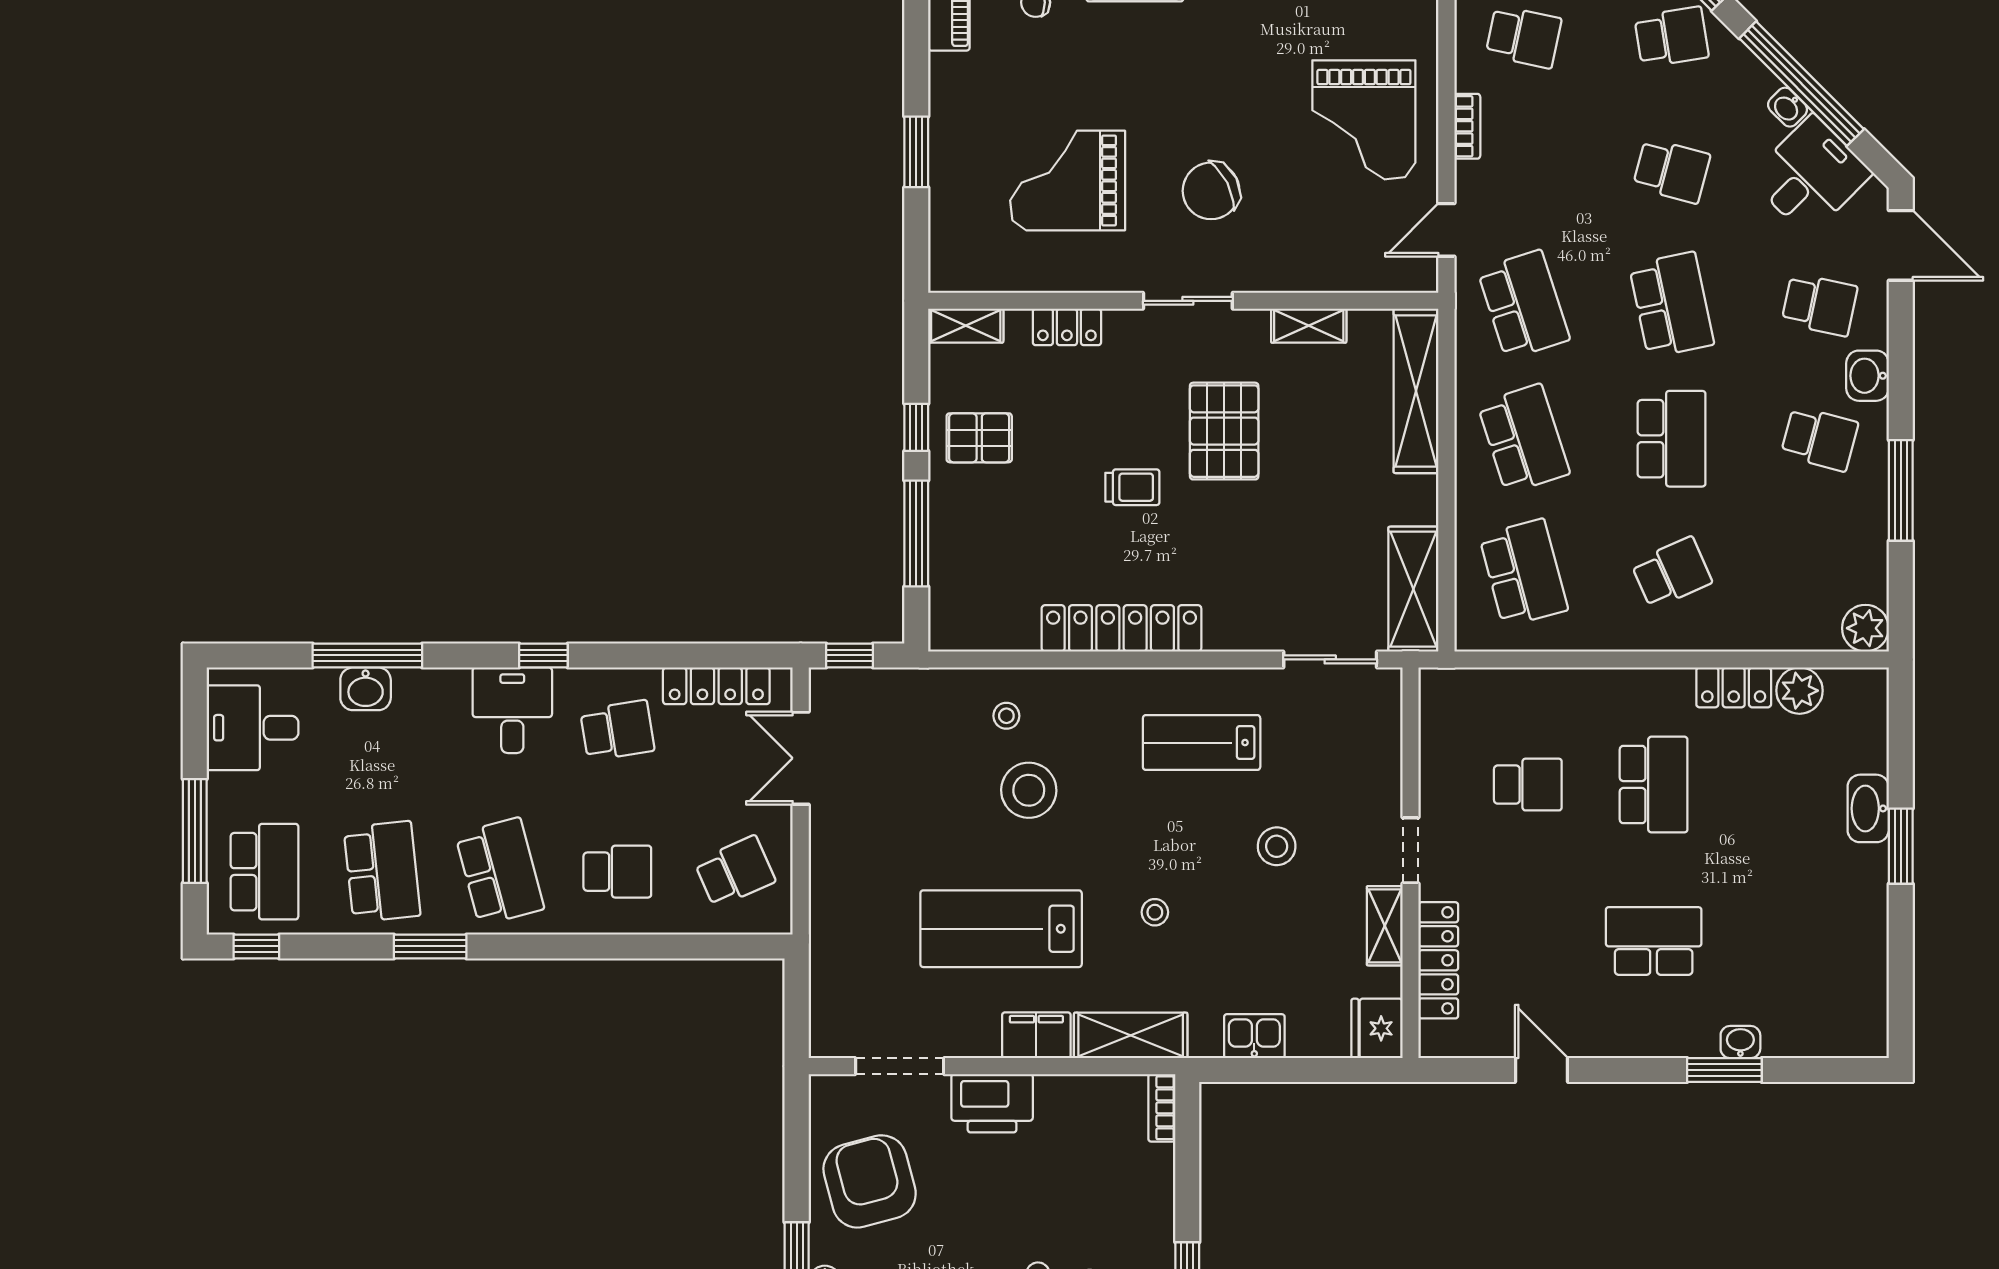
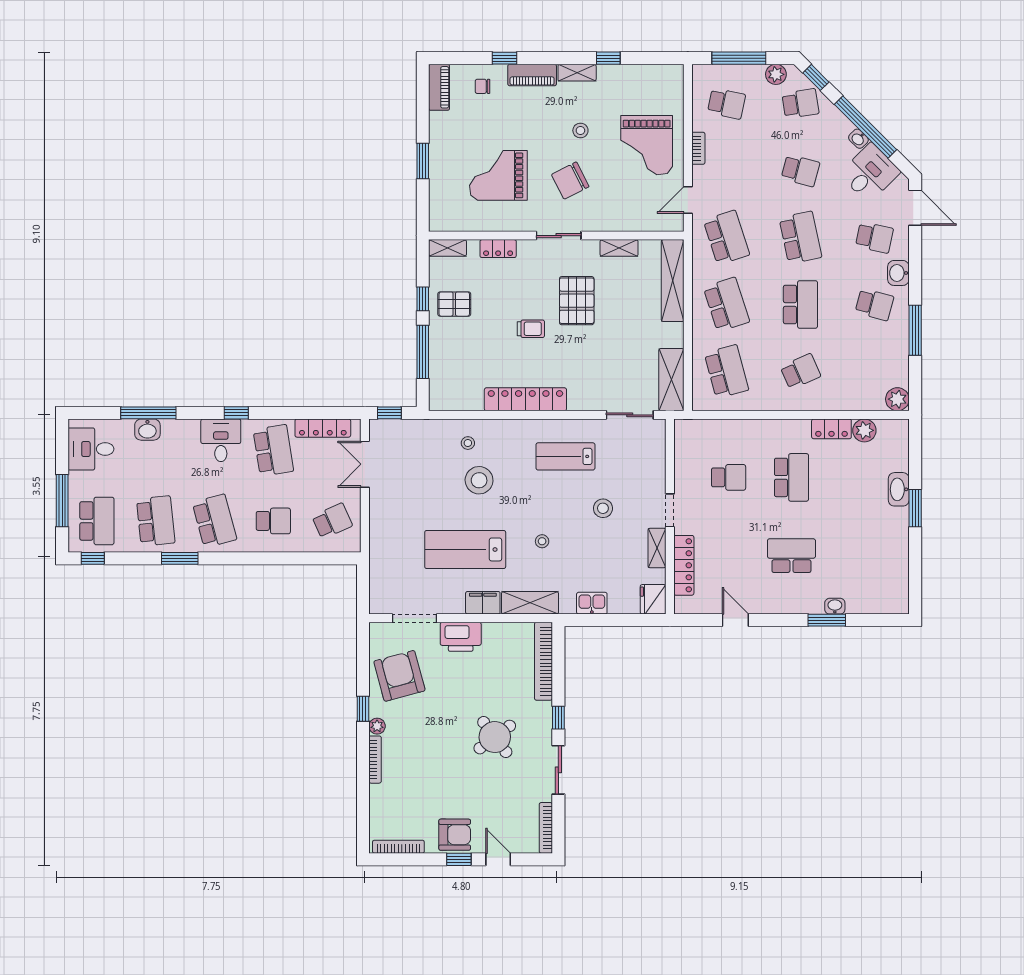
stool: (1232, 91) -> (580, 130), added
school desk: (617, 730) -> (273, 450), width x1.85
bookcase: (1162, 1108) -> (543, 661), width x2.31, depth x1.31

